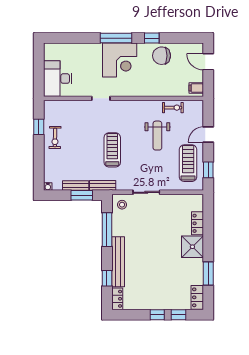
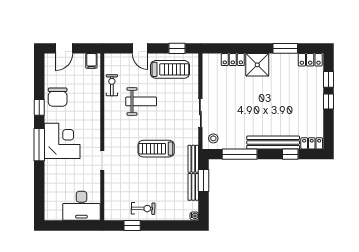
treadmill: (188, 163) -> (170, 69), turned 180

